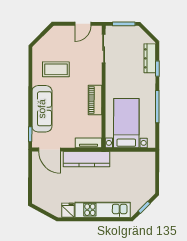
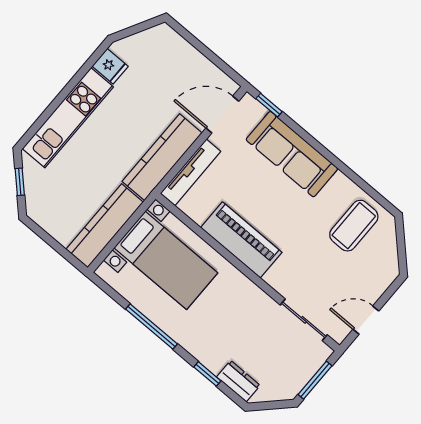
door: (83, 24) -> (366, 320), hinge flipped
dresser: (150, 58) -> (238, 381), width x0.70
coffee table: (56, 69) -> (354, 226), moved
piano: (95, 100) -> (241, 240), width x1.37, depth x1.33
tv unit: (89, 143) -> (190, 172), width x1.41
kitchen counter: (133, 159) -> (105, 226), added

